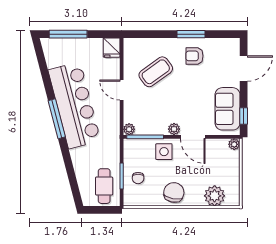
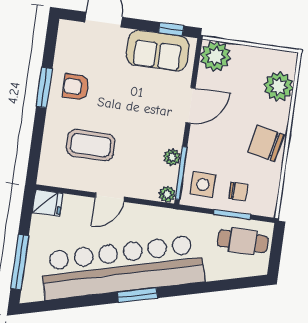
armchair: (194, 56) -> (76, 87), turned 90
coffee table: (156, 72) -> (91, 145), turned -54
bar counter: (74, 105) -> (122, 267), width x1.36
window: (57, 119) -> (138, 295), width x0.69
plant: (174, 129) -> (172, 157), moved
plant: (234, 144) -> (215, 56), width x1.88, depth x1.88
side table: (164, 152) -> (203, 184), moved

